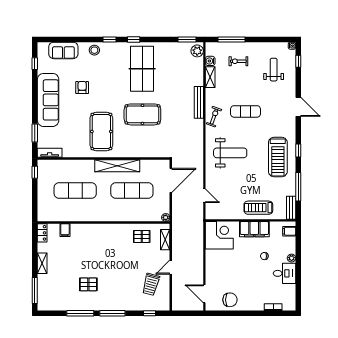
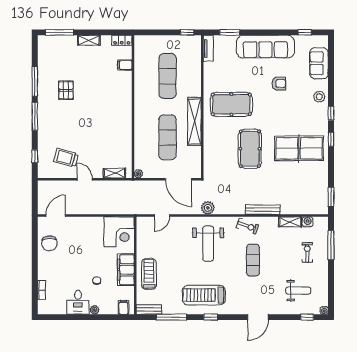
plant: (197, 51) -> (208, 208), moved
pallet: (142, 237) -> (118, 148), removed

